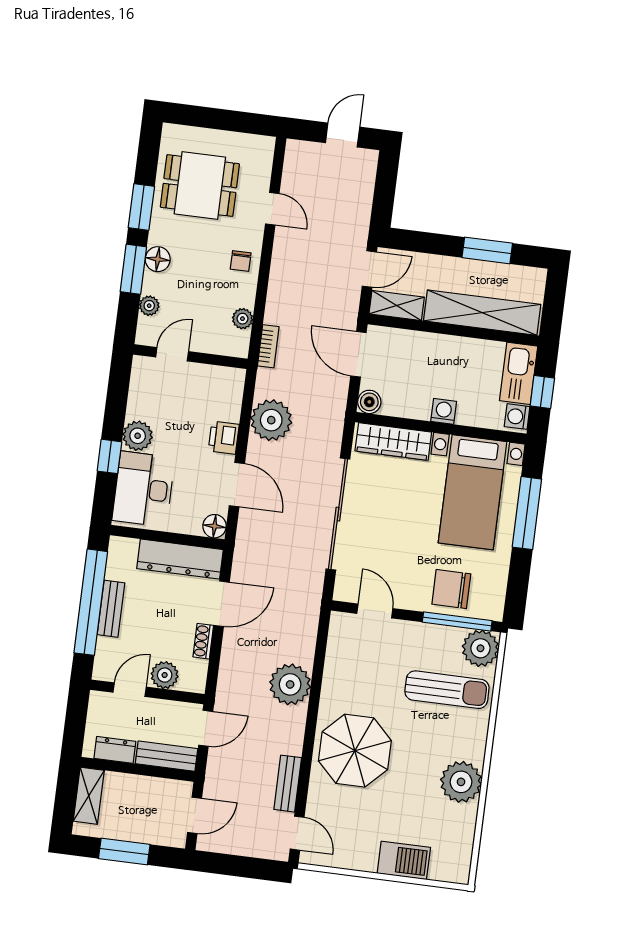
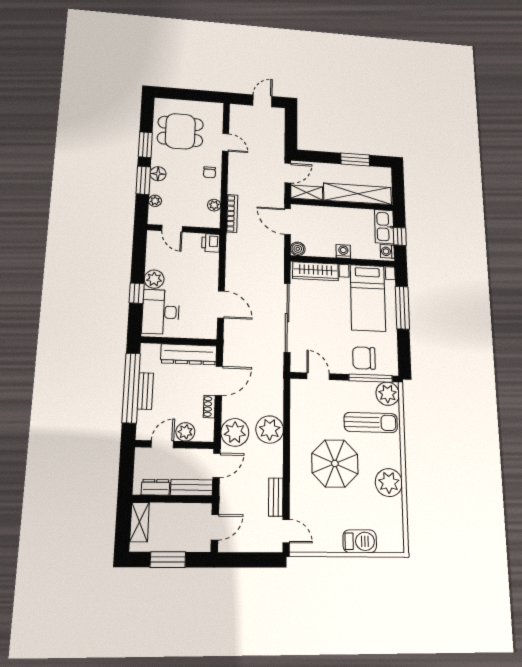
bookcase: (268, 346) -> (232, 213), width x1.56
door: (172, 354) -> (172, 229), swing flipped
plant: (271, 420) -> (235, 432), moved
printer: (224, 438) -> (211, 243), moved
floor lamp: (215, 526) -> (209, 332), removed
parasol: (355, 751) -> (335, 463), moved

